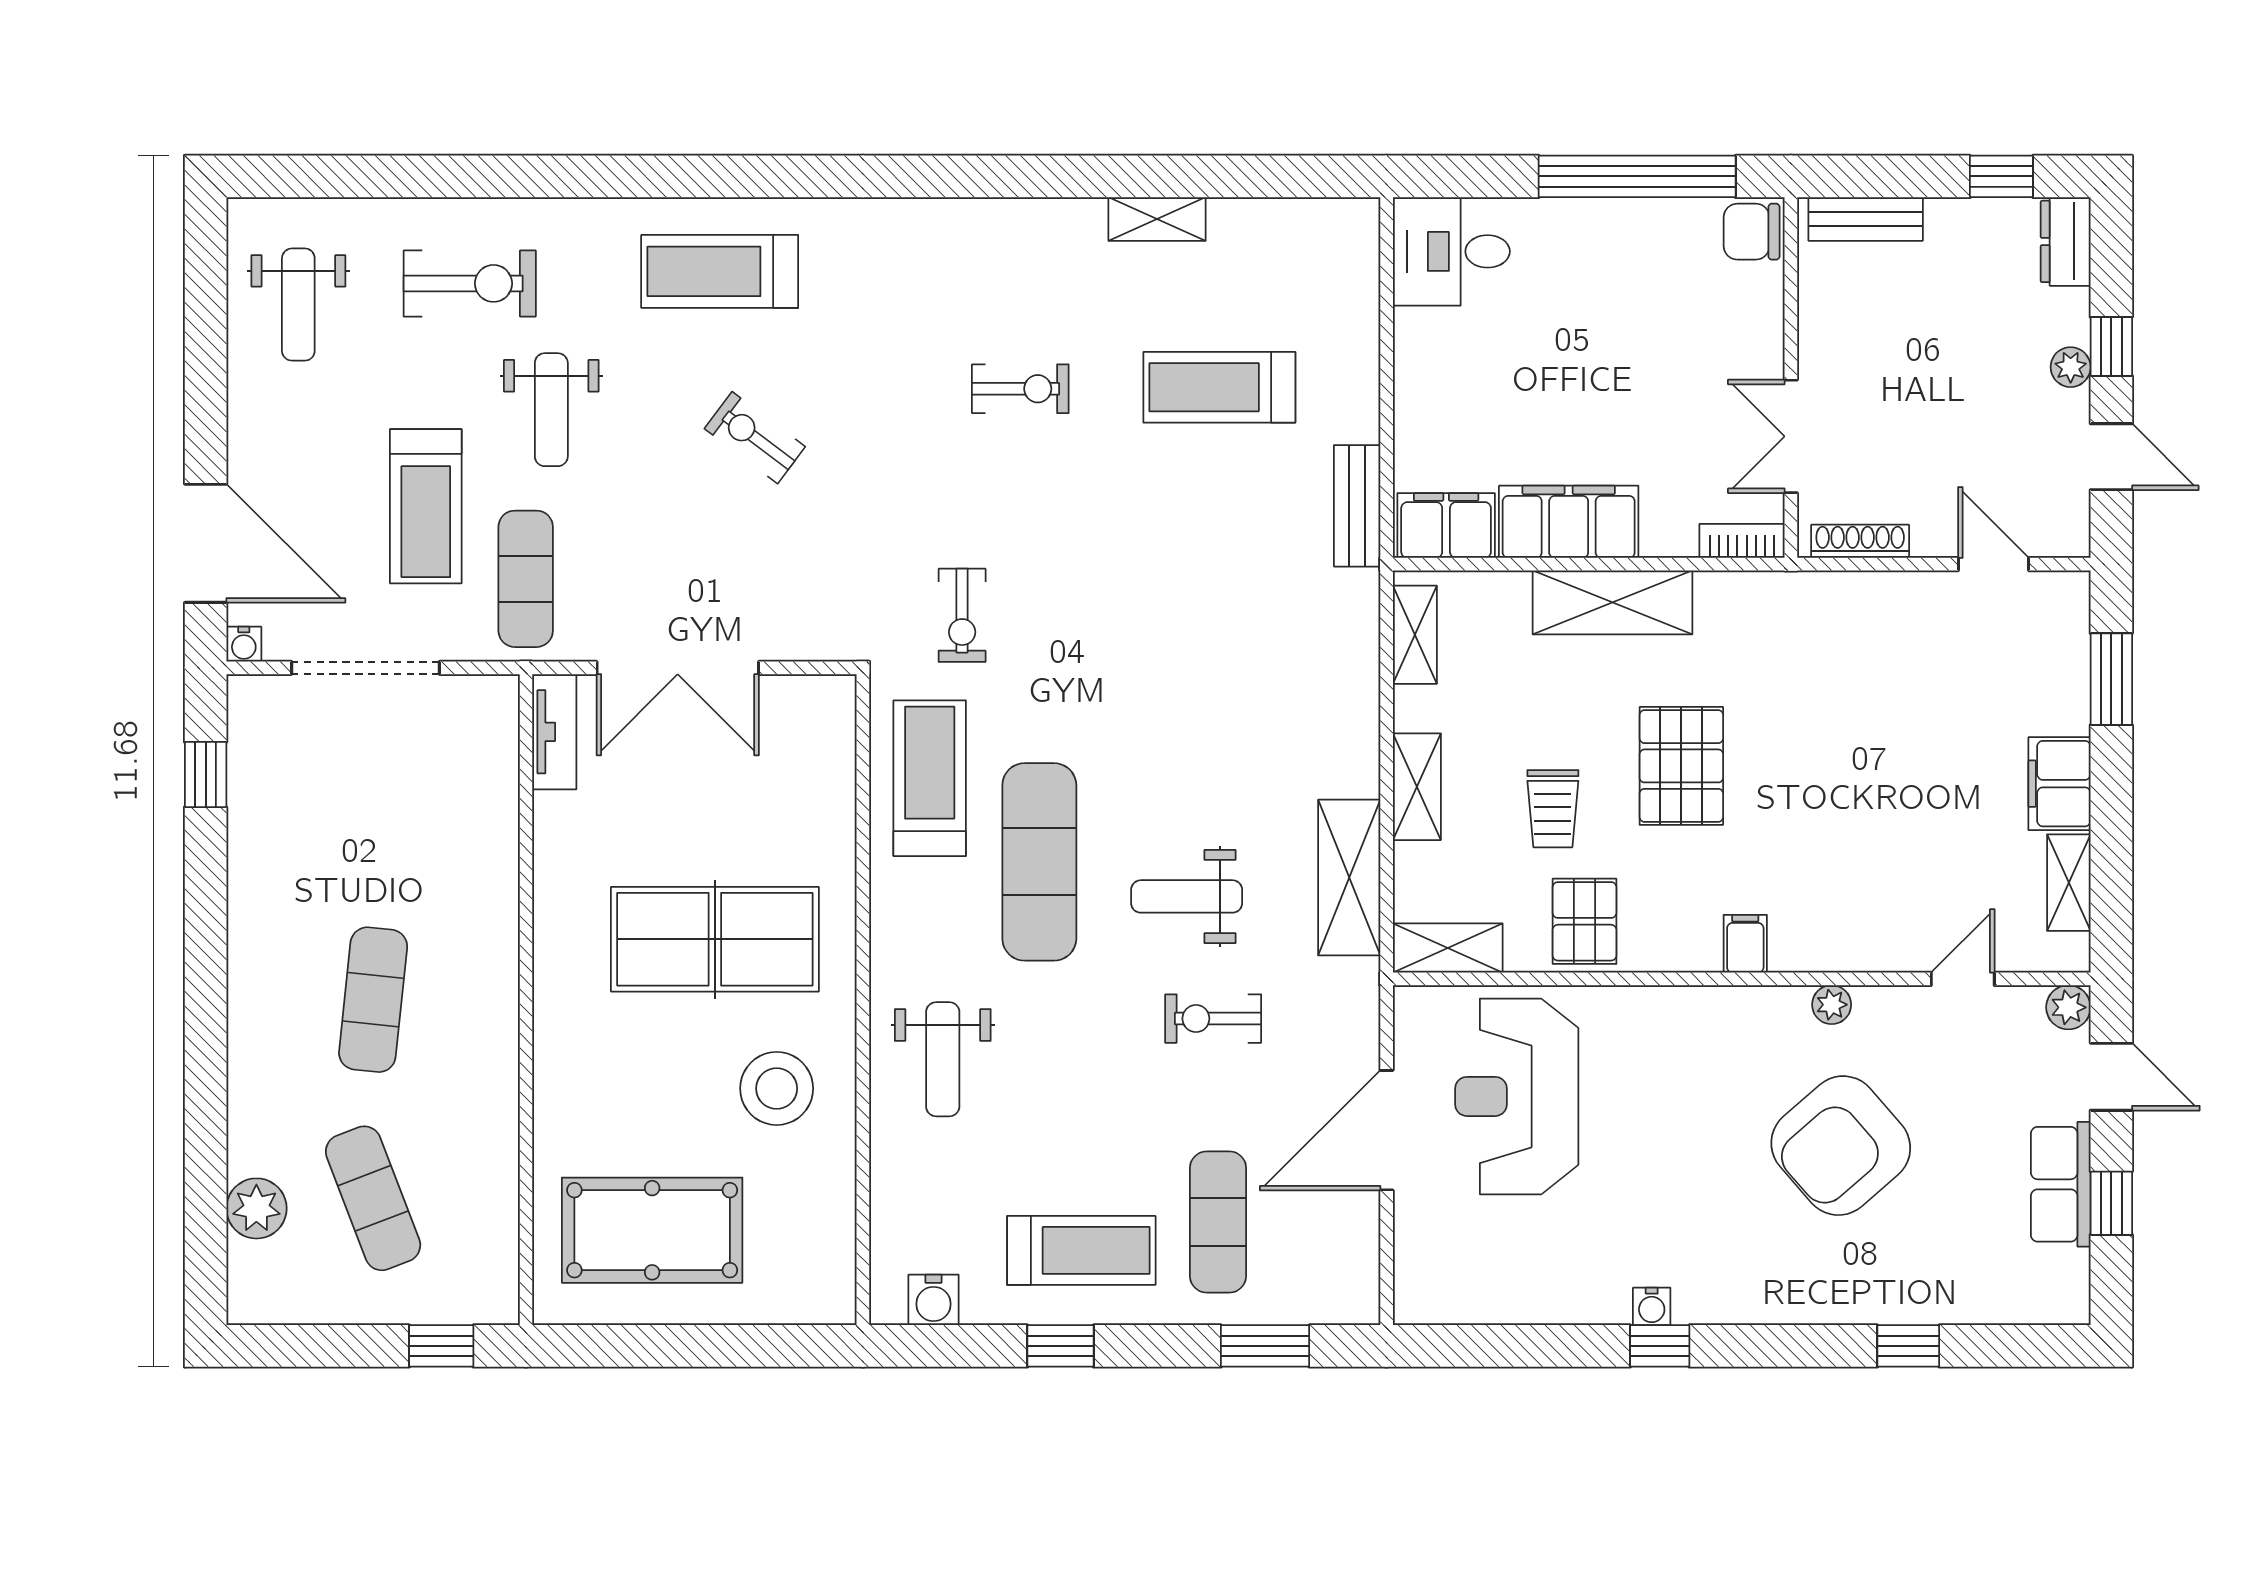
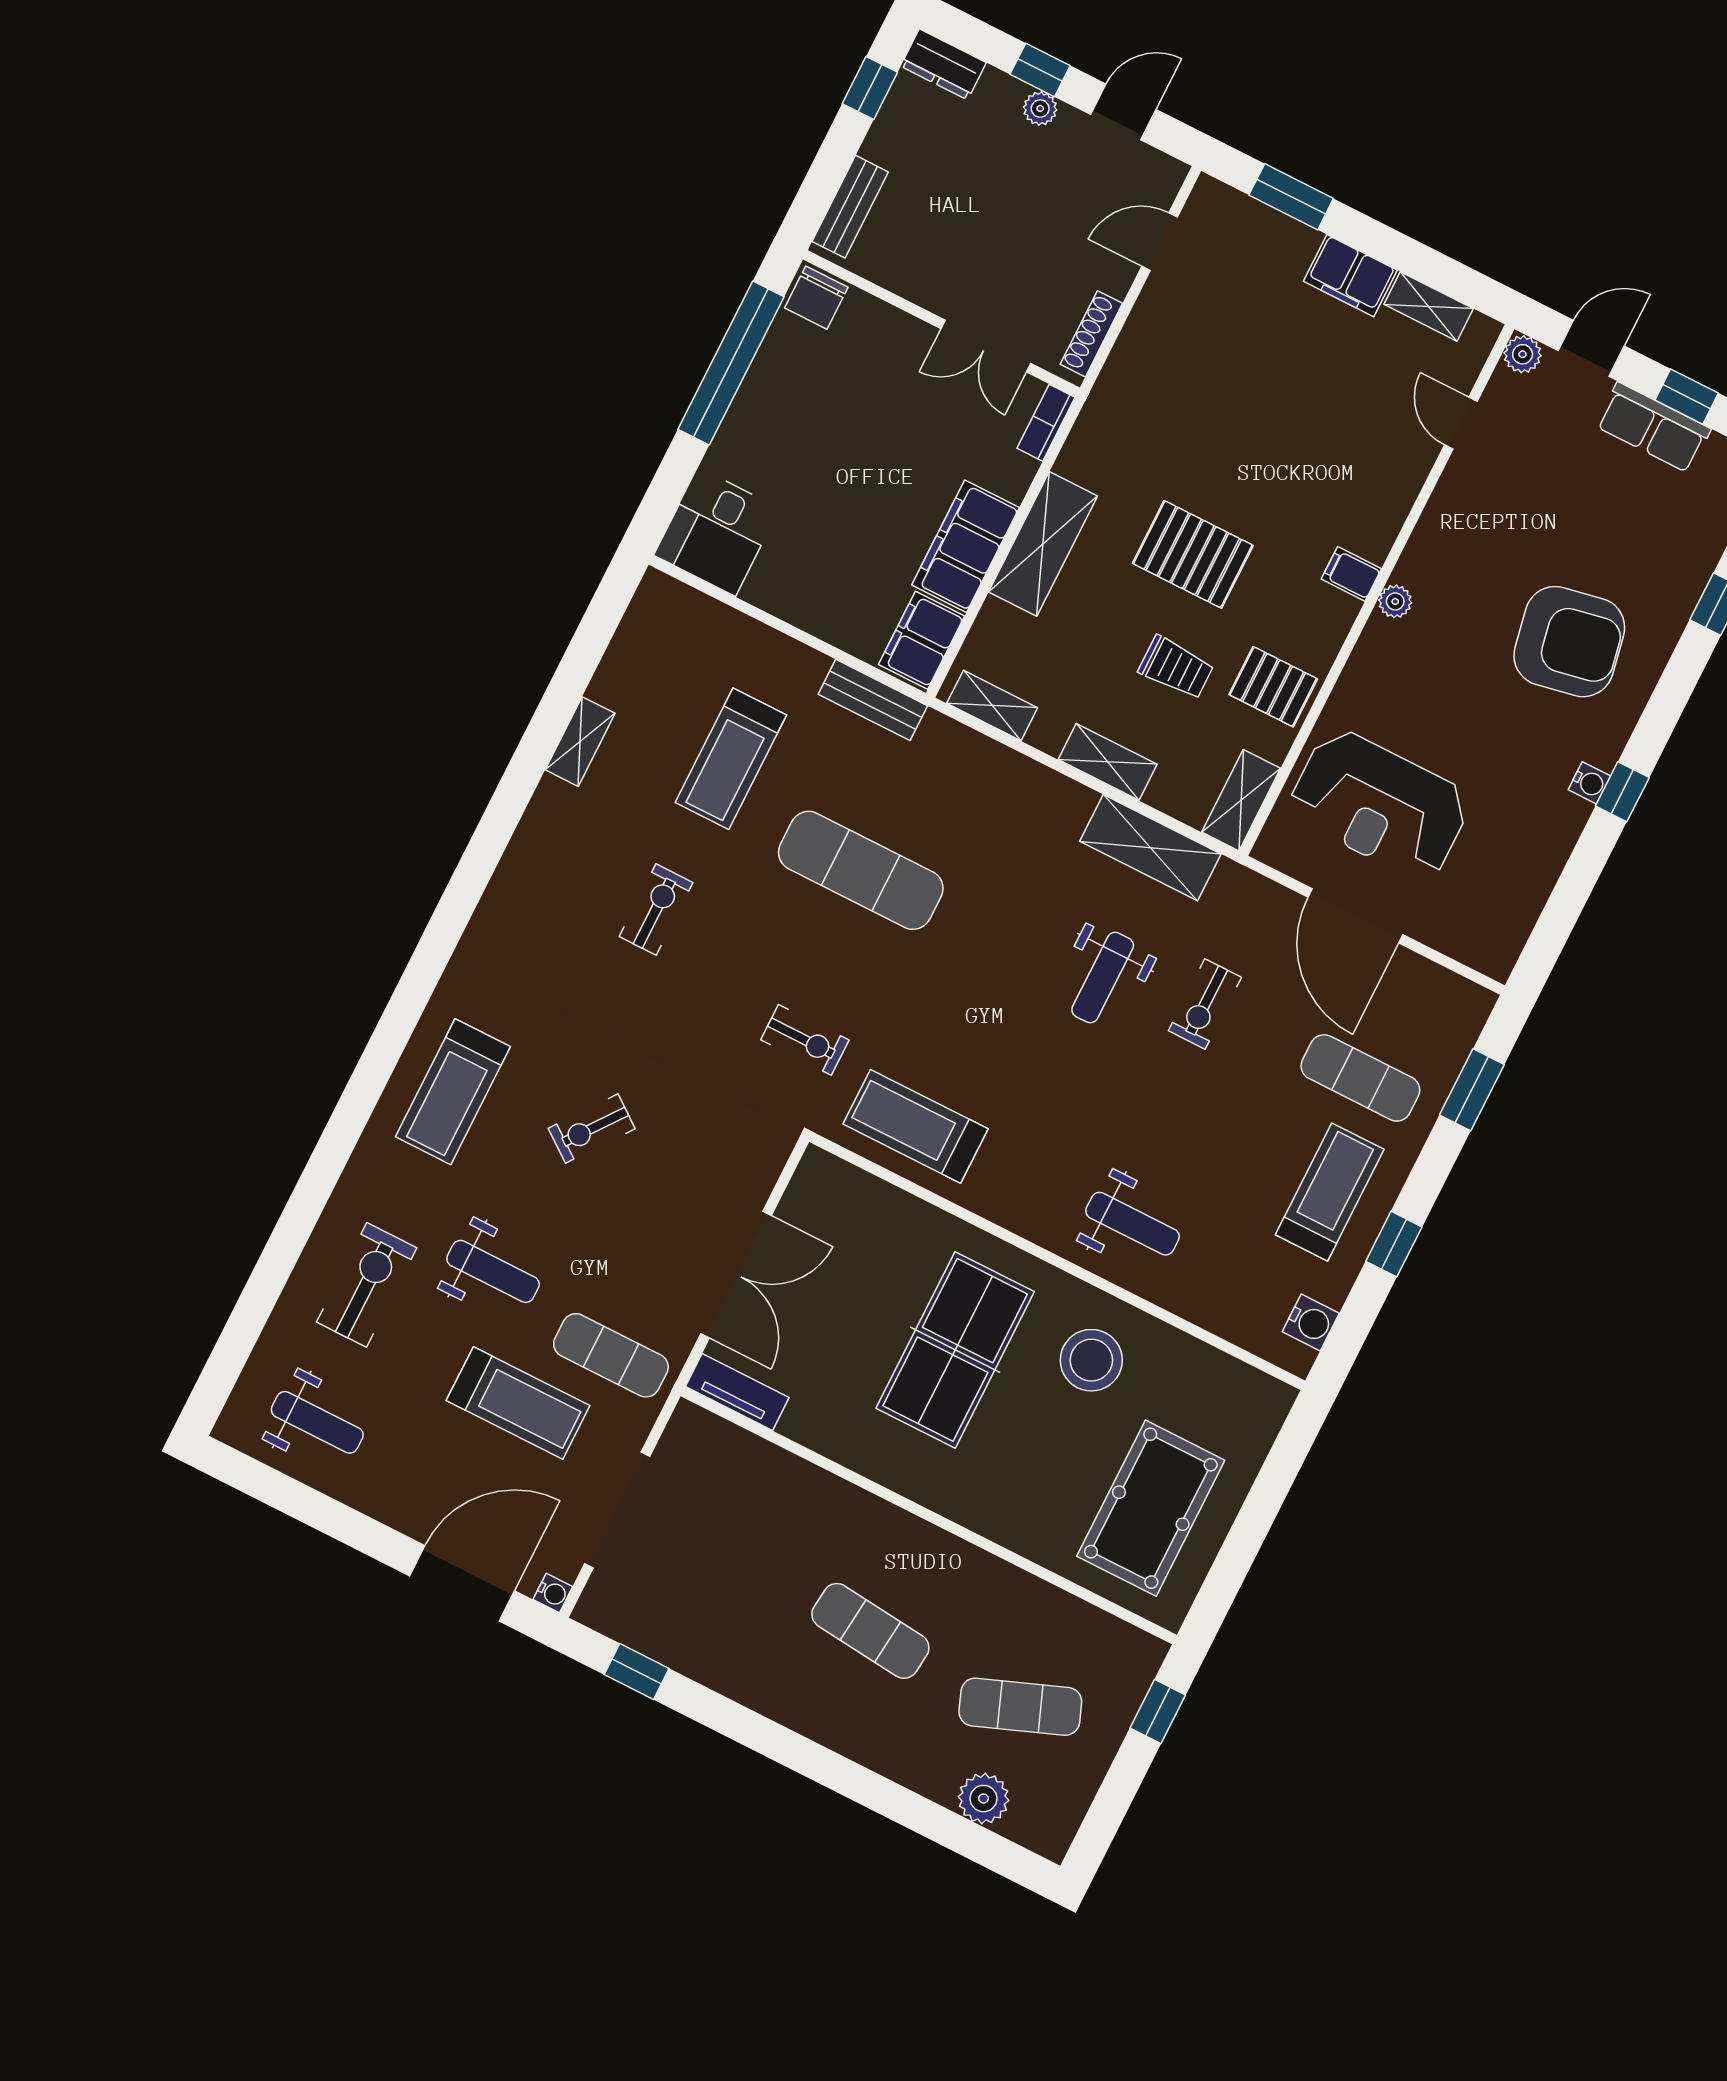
exercise mat: (1039, 862) -> (861, 870), moved
plant: (1832, 1005) -> (1395, 601), moved
armchair: (1841, 1146) -> (1569, 642), moved, turned -60

